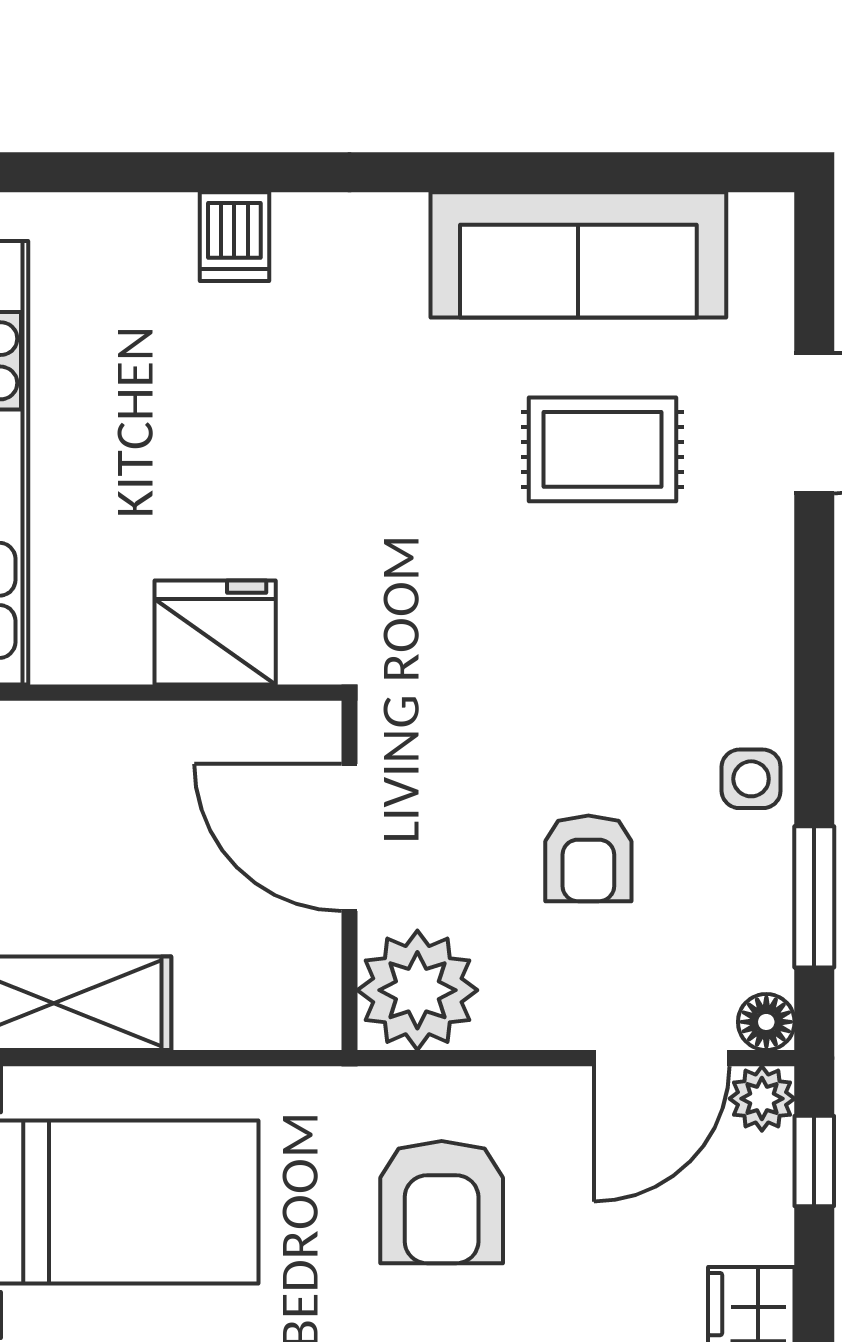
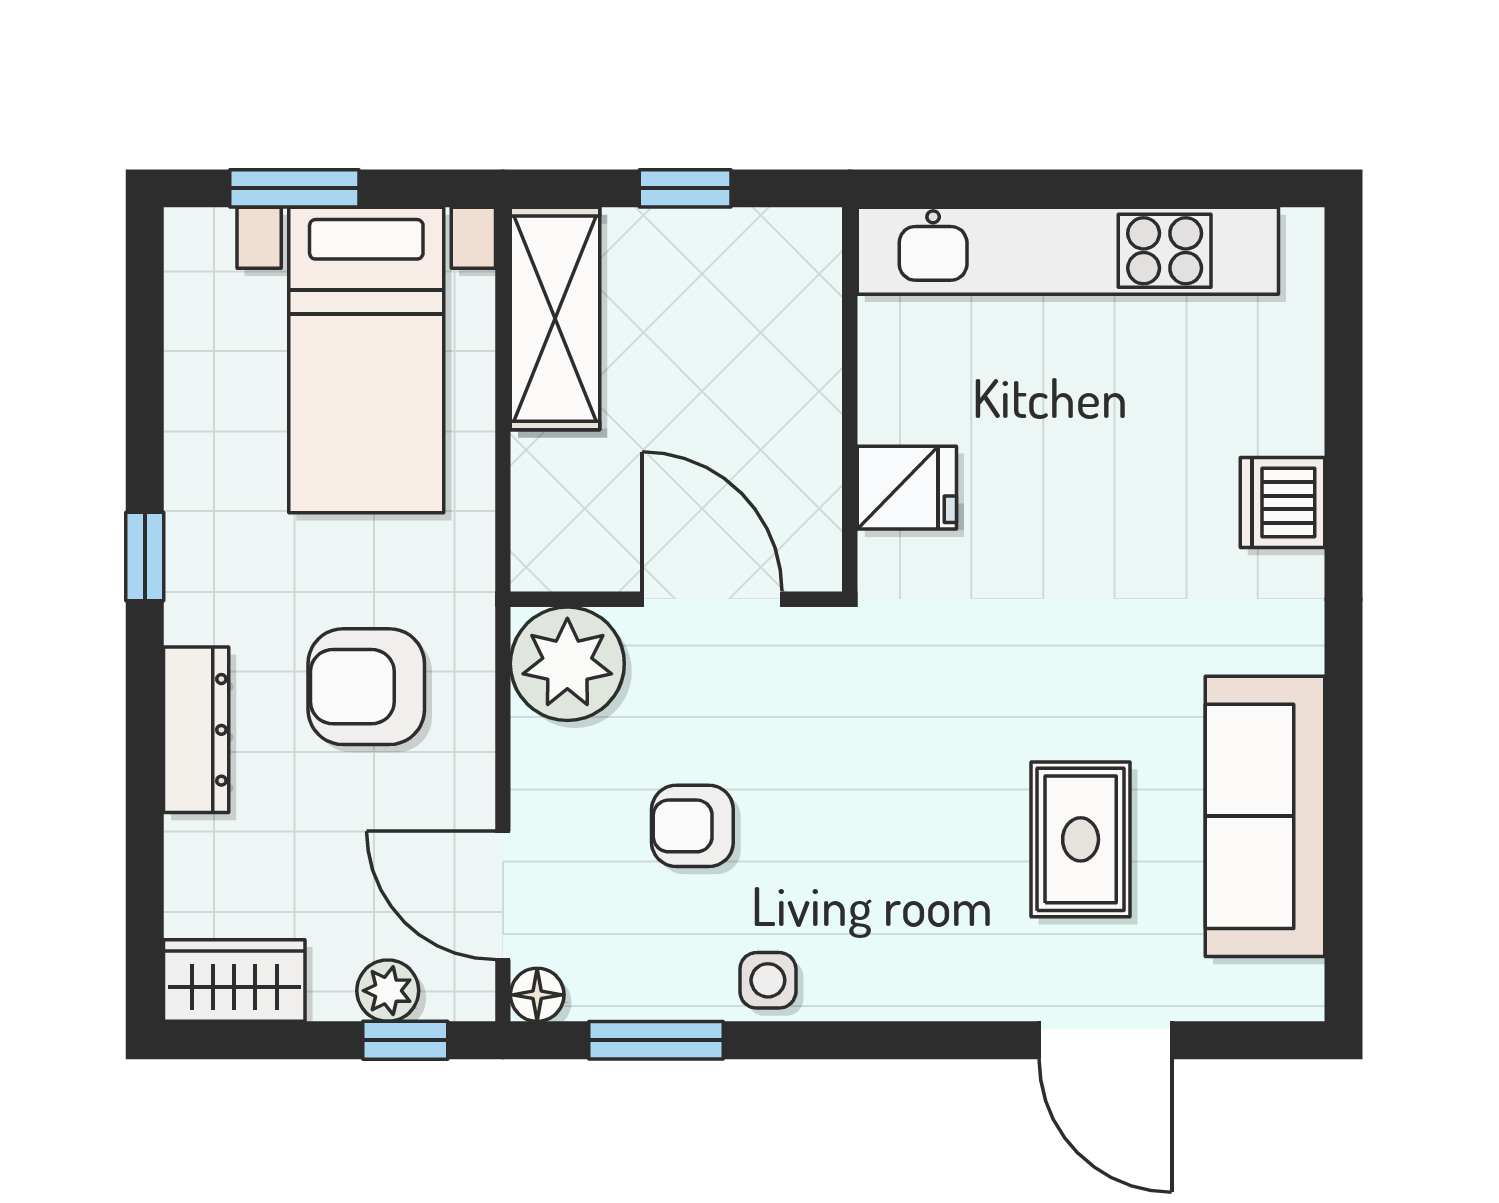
dishwasher: (234, 237) -> (1282, 502), width x1.38
fridge: (215, 633) -> (907, 488), width x0.72
door: (350, 837) -> (712, 599), hinge flipped
plant: (762, 1099) -> (388, 991), moved

